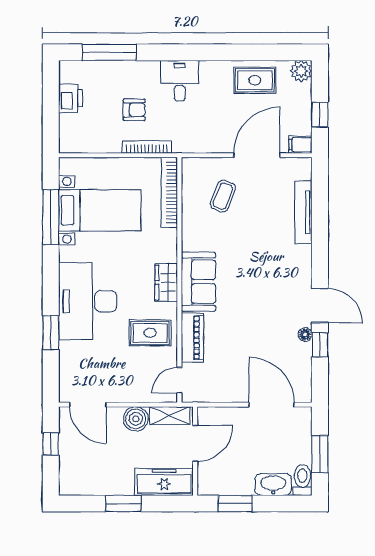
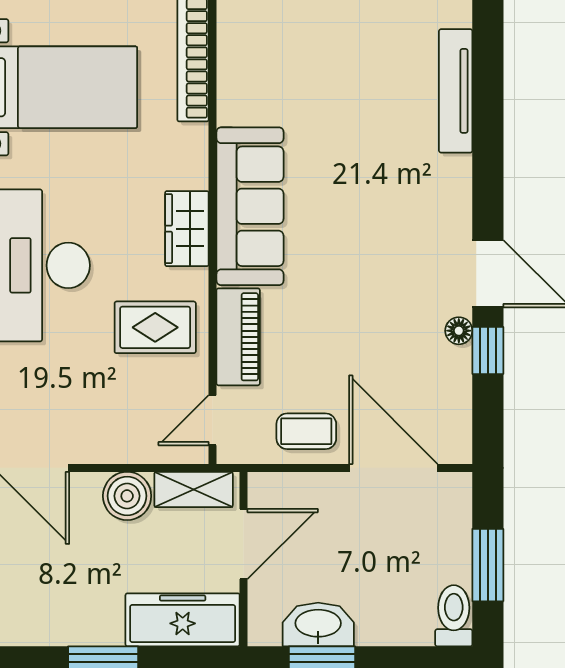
coffee table: (223, 196) -> (306, 431), moved, turned 69
sofa: (198, 282) -> (250, 206), width x1.36
washbasin: (273, 484) -> (318, 625), moved

